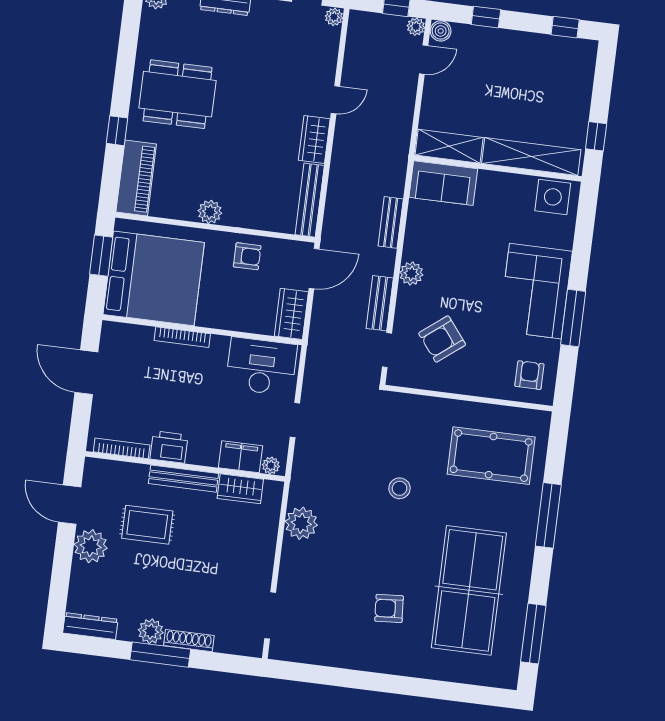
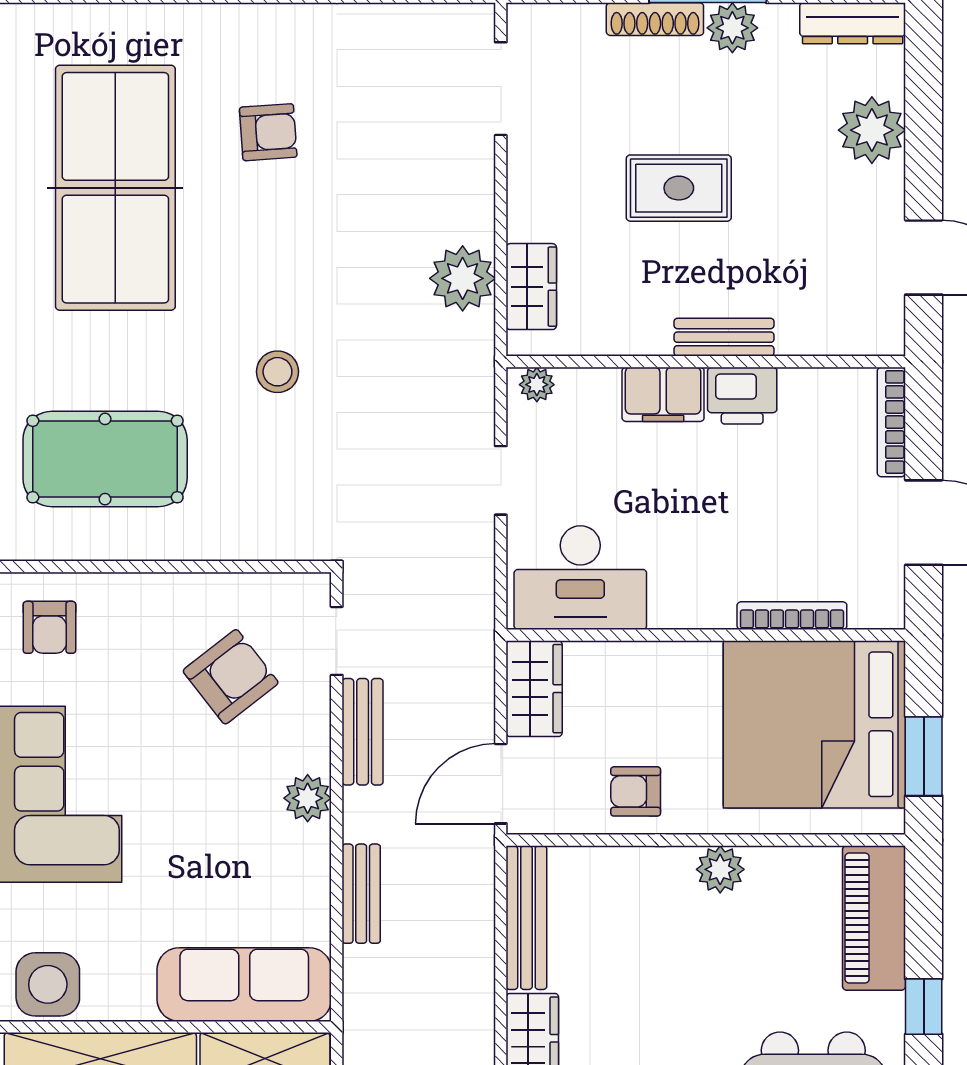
sofa: (443, 183) -> (244, 985), width x1.36
bookcase: (182, 337) -> (792, 616), moved
bookcase: (122, 448) -> (891, 422), moved, turned 90
filing cabinet: (241, 457) -> (663, 394), moved
bench: (183, 479) -> (724, 337), width x0.73
wardrobe: (240, 489) -> (531, 287), moved, turned 90
rug: (147, 525) -> (679, 188), moved
plant: (91, 546) -> (872, 130), moved

